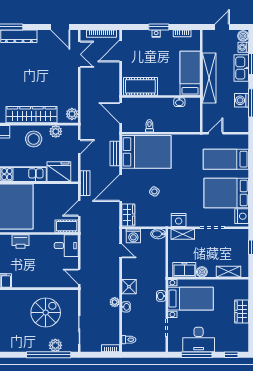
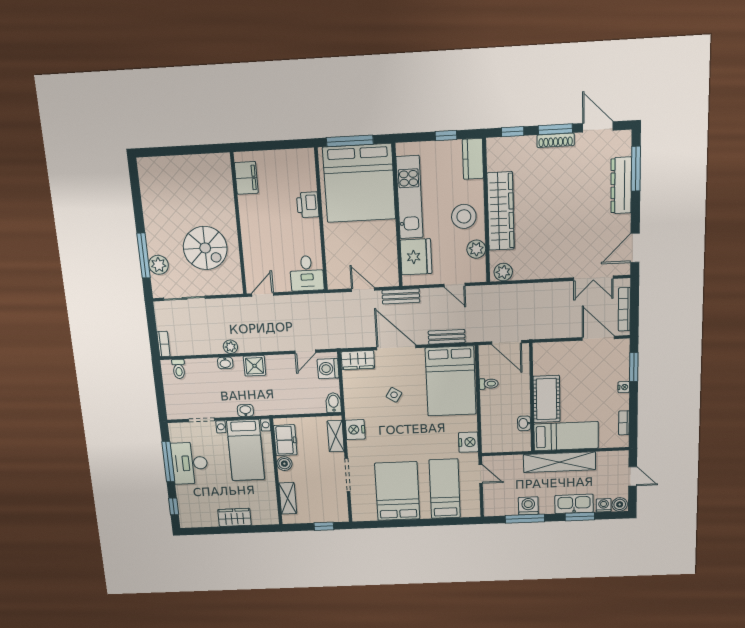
window: (159, 27) -> (634, 367), moved
cot: (140, 86) -> (546, 399), moved
door: (121, 113) -> (507, 342), swing flipped
nightstand: (242, 216) -> (468, 442), moved, turned -90
cot: (67, 226) -> (336, 272), removed
window: (49, 355) -> (144, 256), width x0.68

